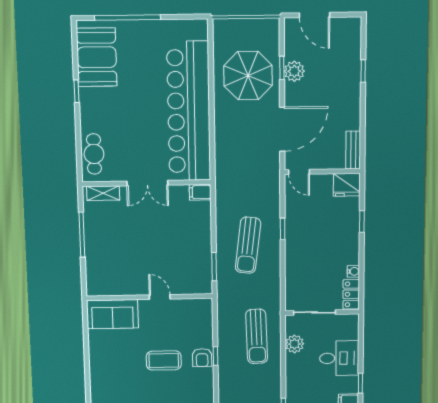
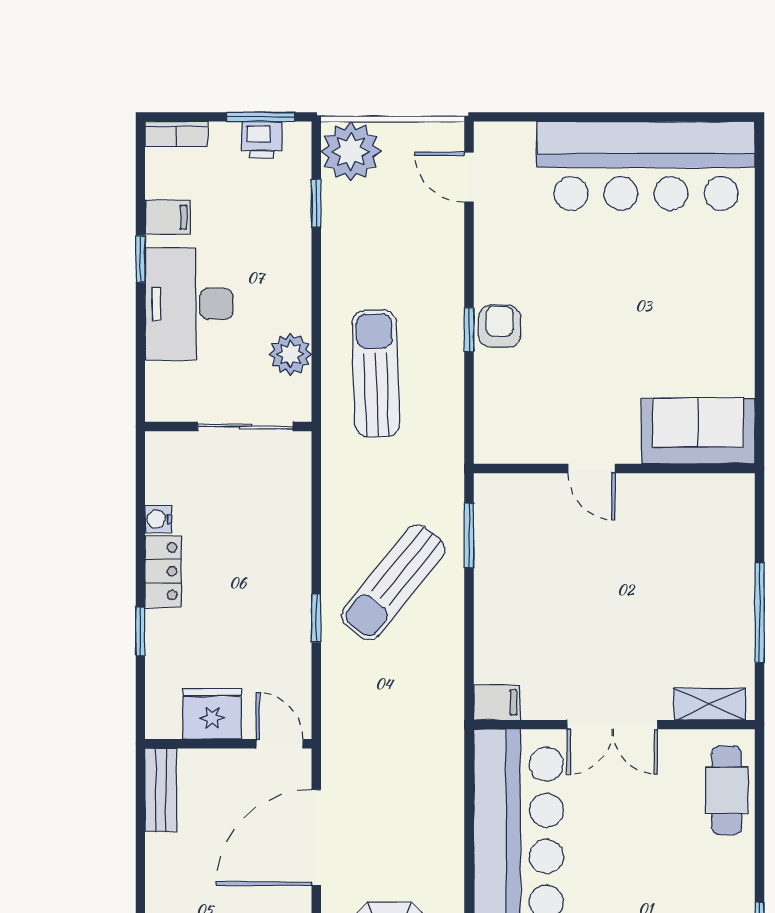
double door: (147, 183) -> (612, 725), swing flipped
fridge: (347, 185) -> (212, 714), moved
sun lounger: (248, 245) -> (393, 582), turned -148
locker: (351, 294) -> (163, 571), moved
desk: (339, 358) -> (189, 304), width x1.37
coffee table: (164, 360) -> (586, 321), removed

